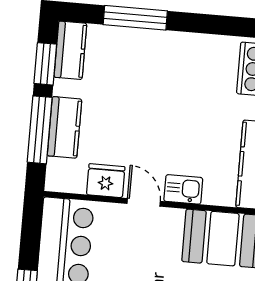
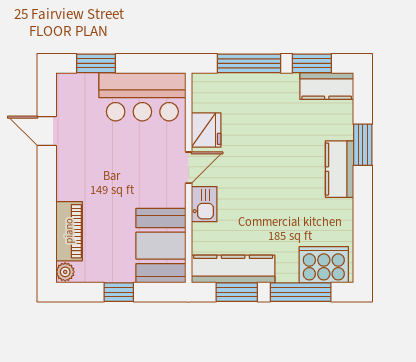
window: (135, 18) -> (363, 145), width x0.69
kitchen counter: (64, 127) -> (339, 169), moved, turned 90

